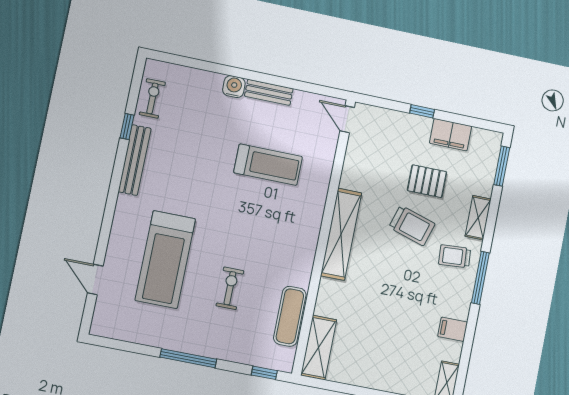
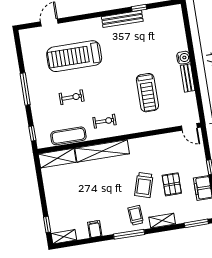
exercise bike: (152, 98) -> (105, 121), moved
door: (347, 119) -> (189, 127), swing flipped
shelving: (341, 234) -> (102, 151), moved

